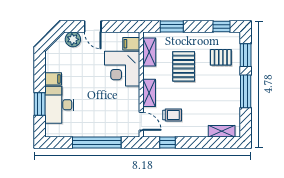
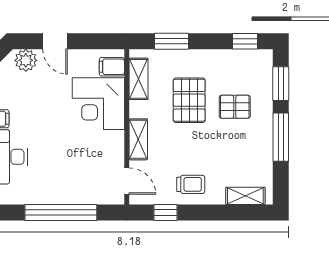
pallet: (221, 57) -> (235, 107), moved
trolley: (172, 115) -> (191, 184), moved

